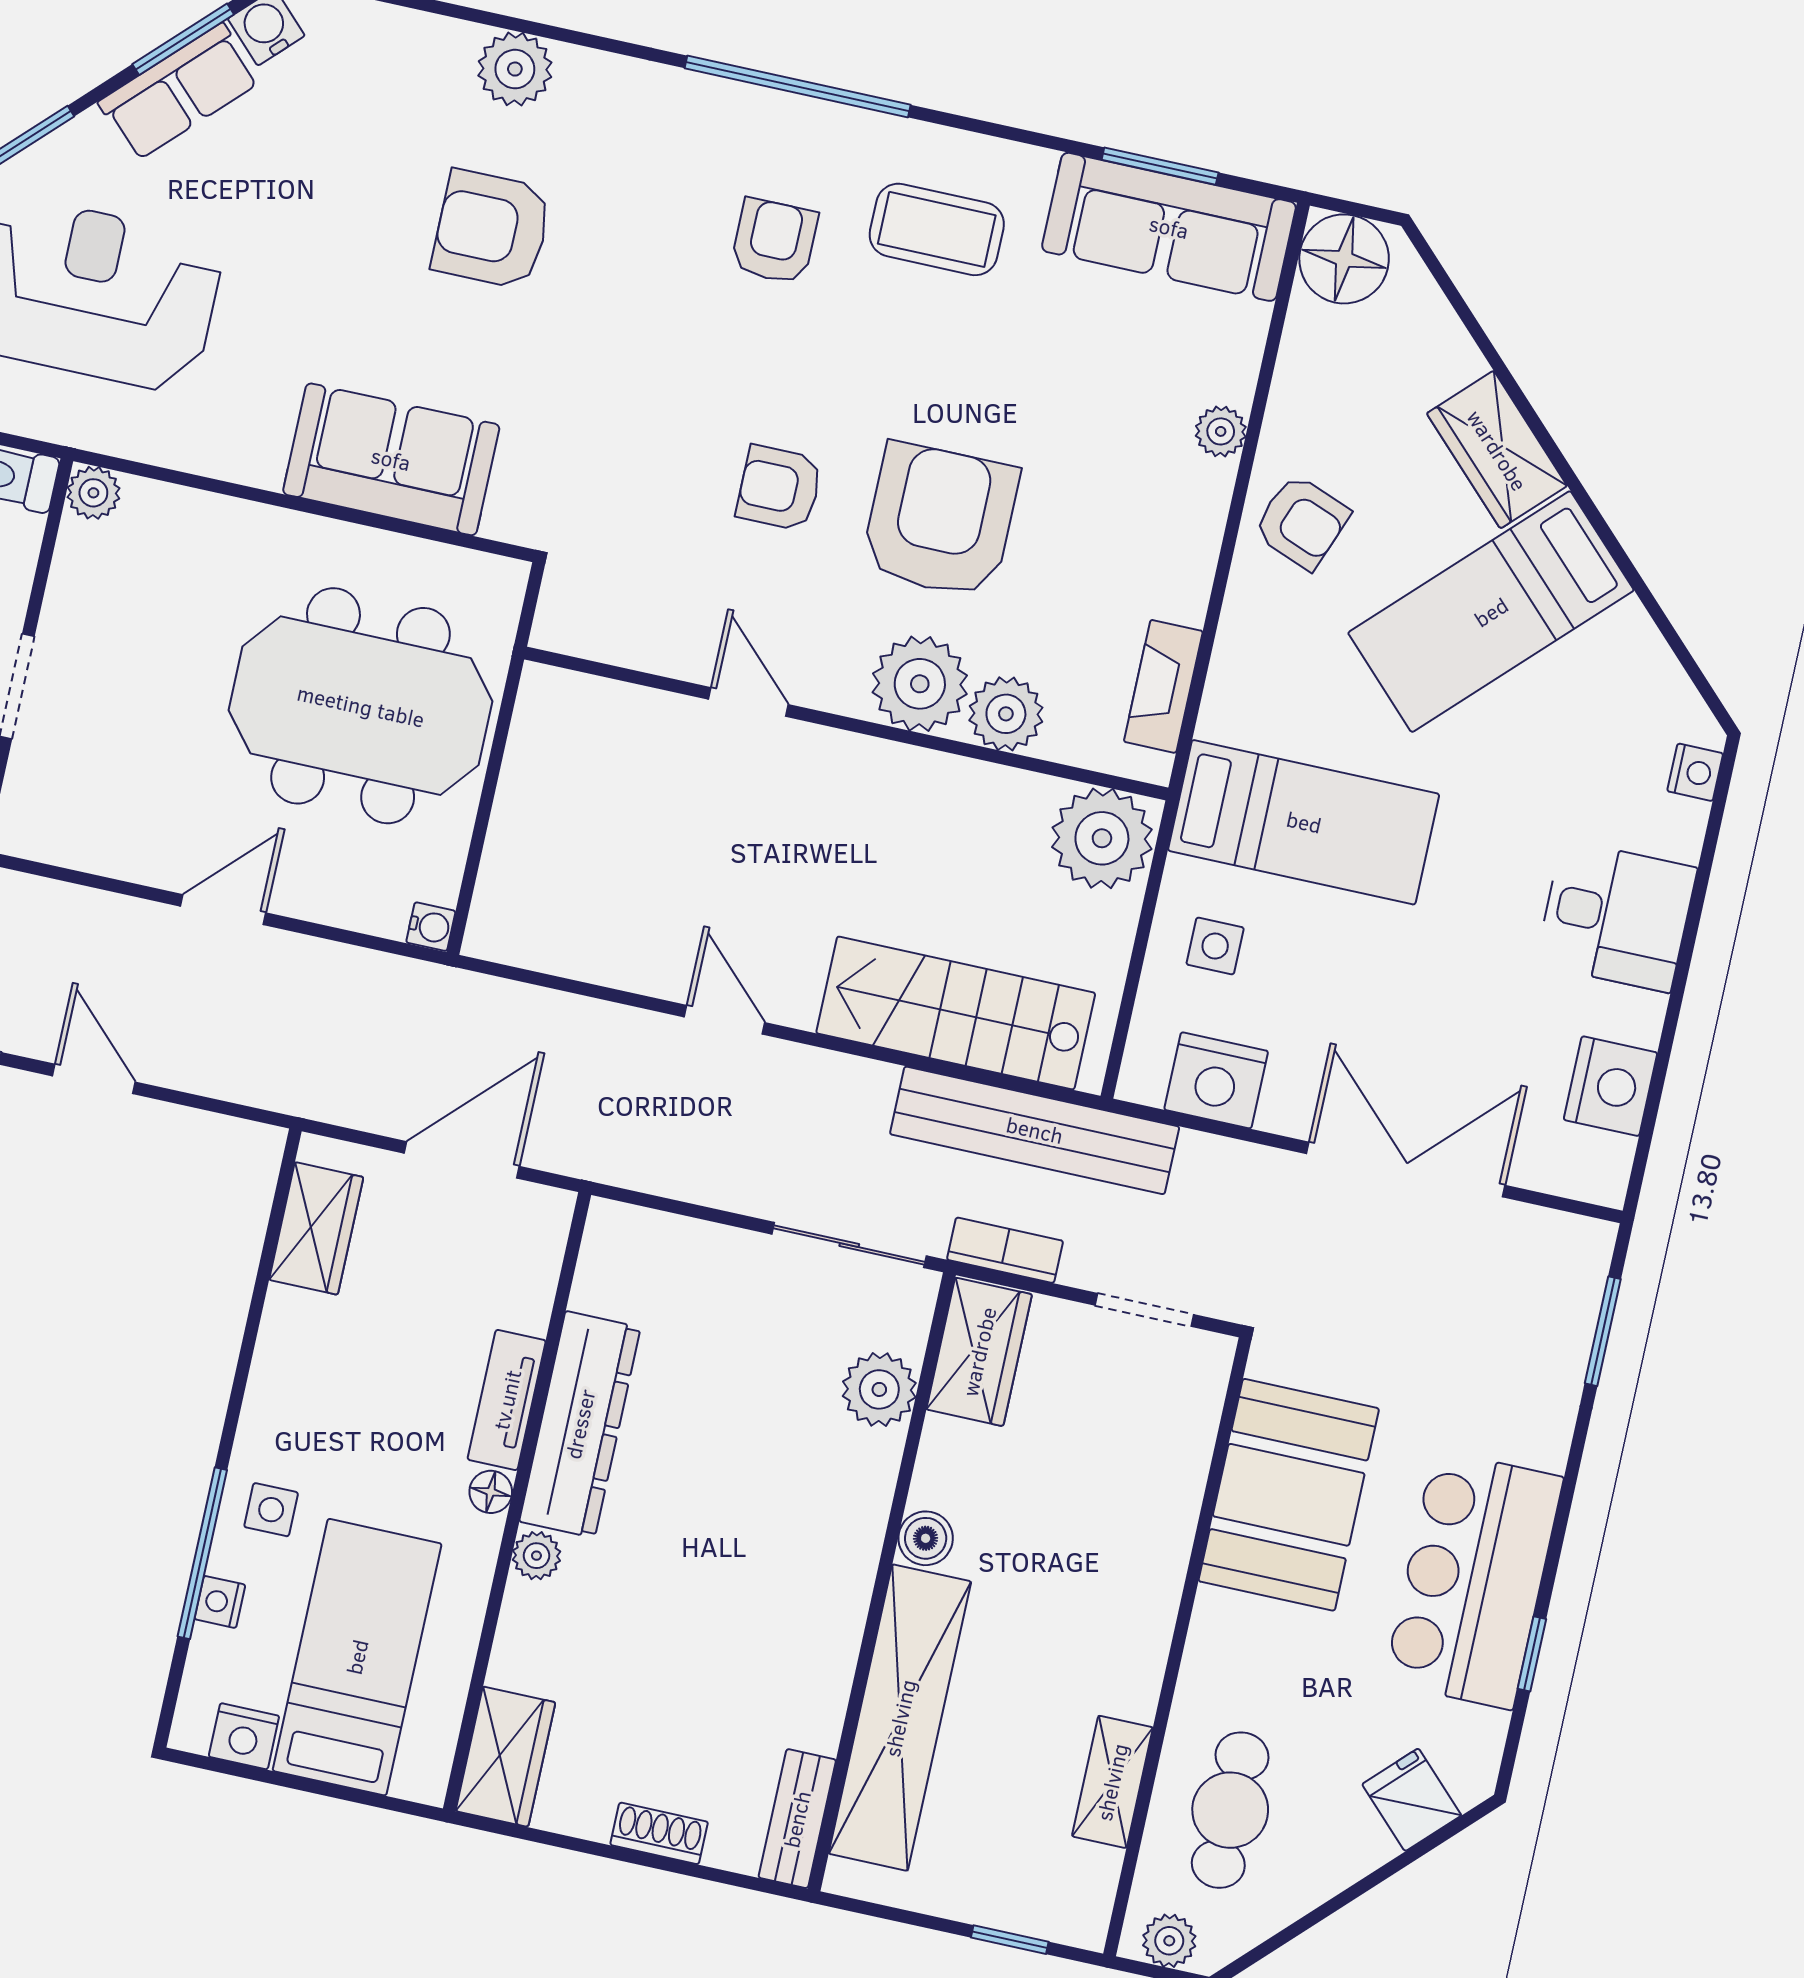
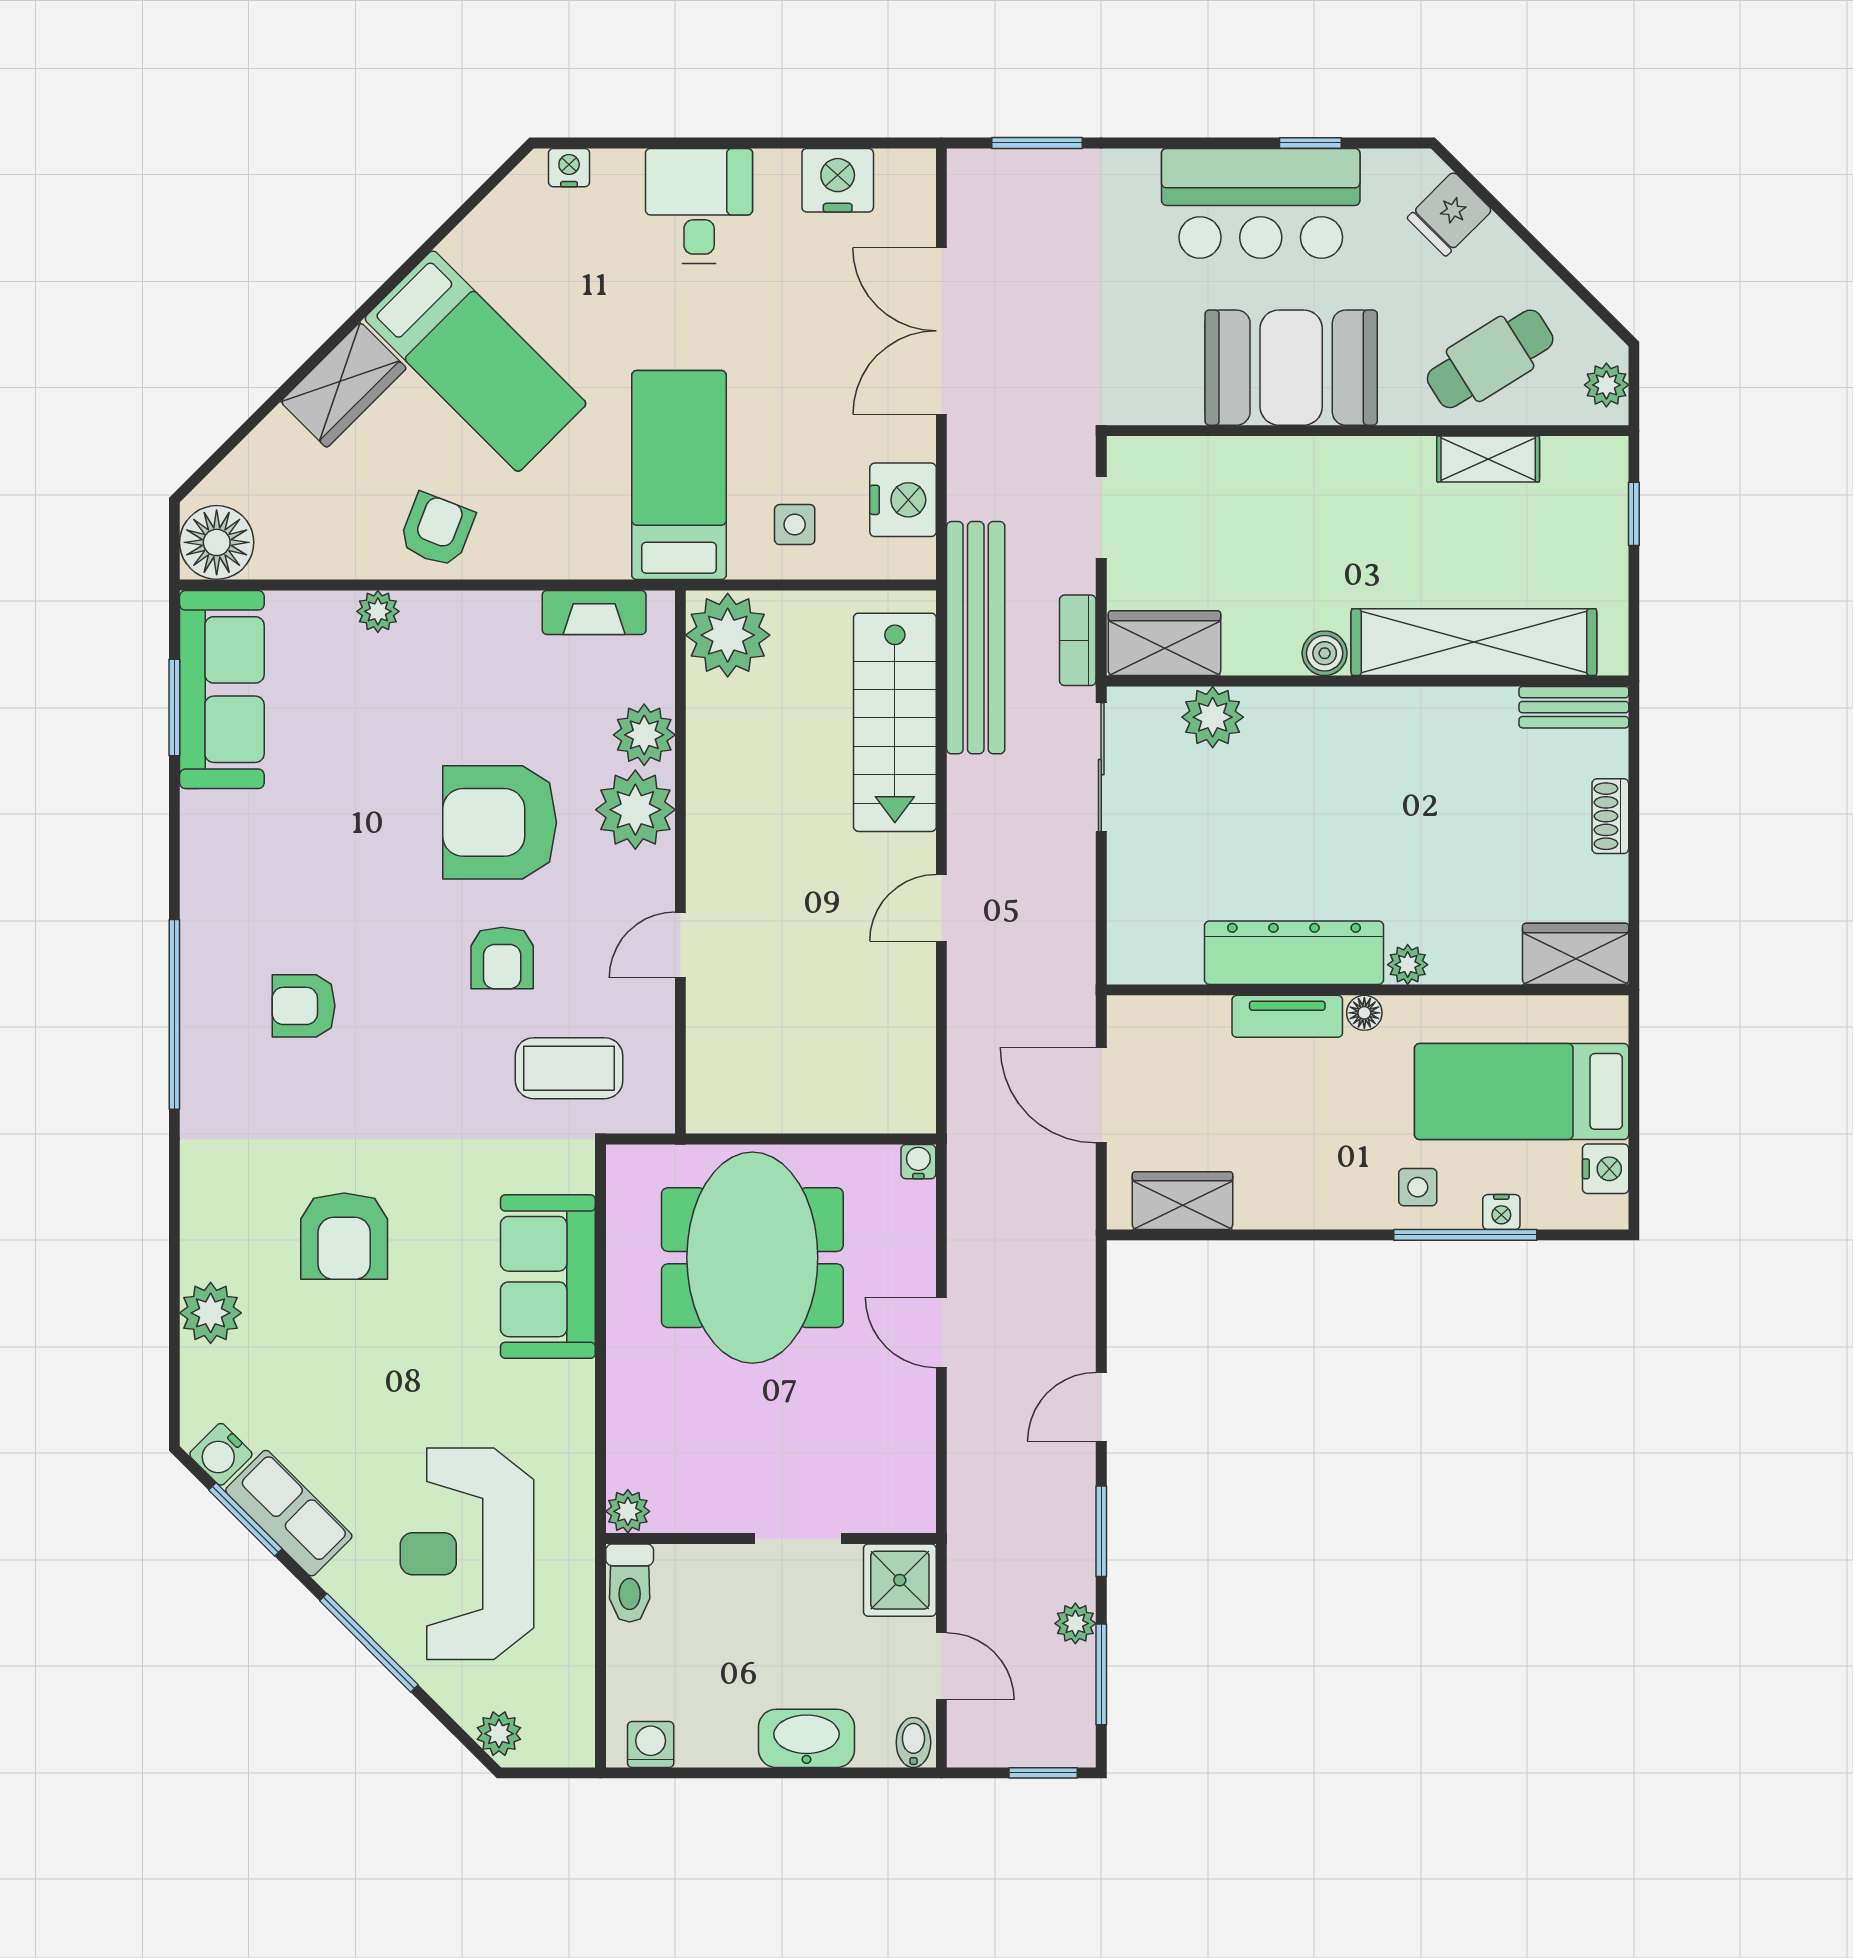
plant: (515, 69) -> (211, 1313), moved
coffee table: (937, 229) -> (569, 1068), moved, turned 90
booth: (1289, 1495) -> (1291, 368), moved
cafe table: (1230, 1810) -> (1490, 359), turned -32

